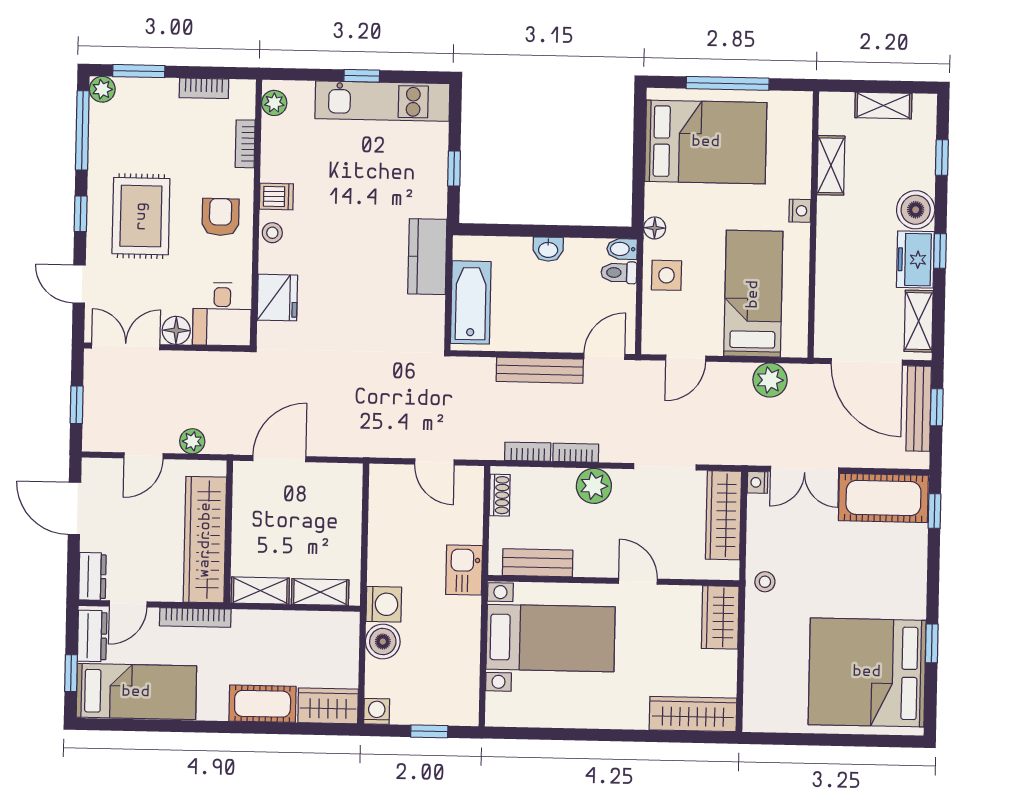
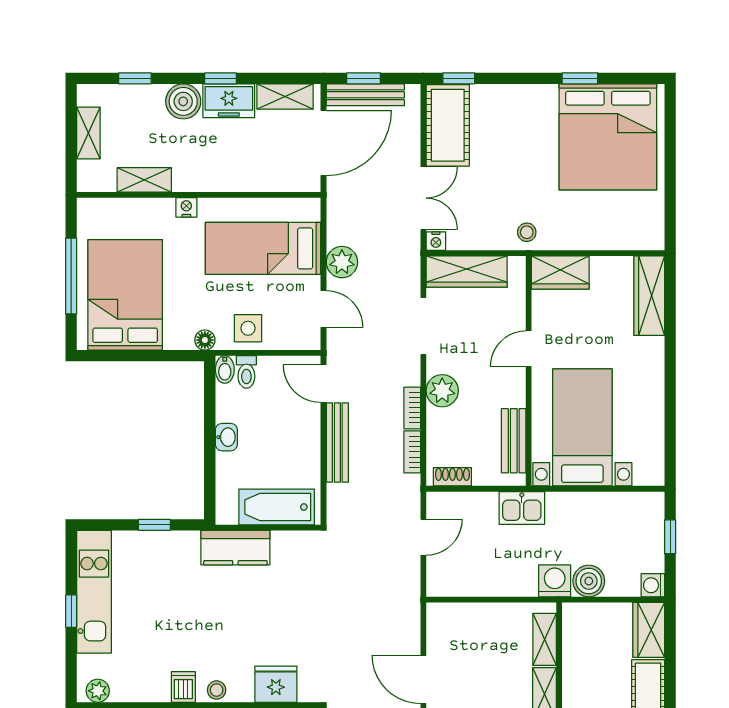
plant: (770, 380) -> (342, 262), moved

